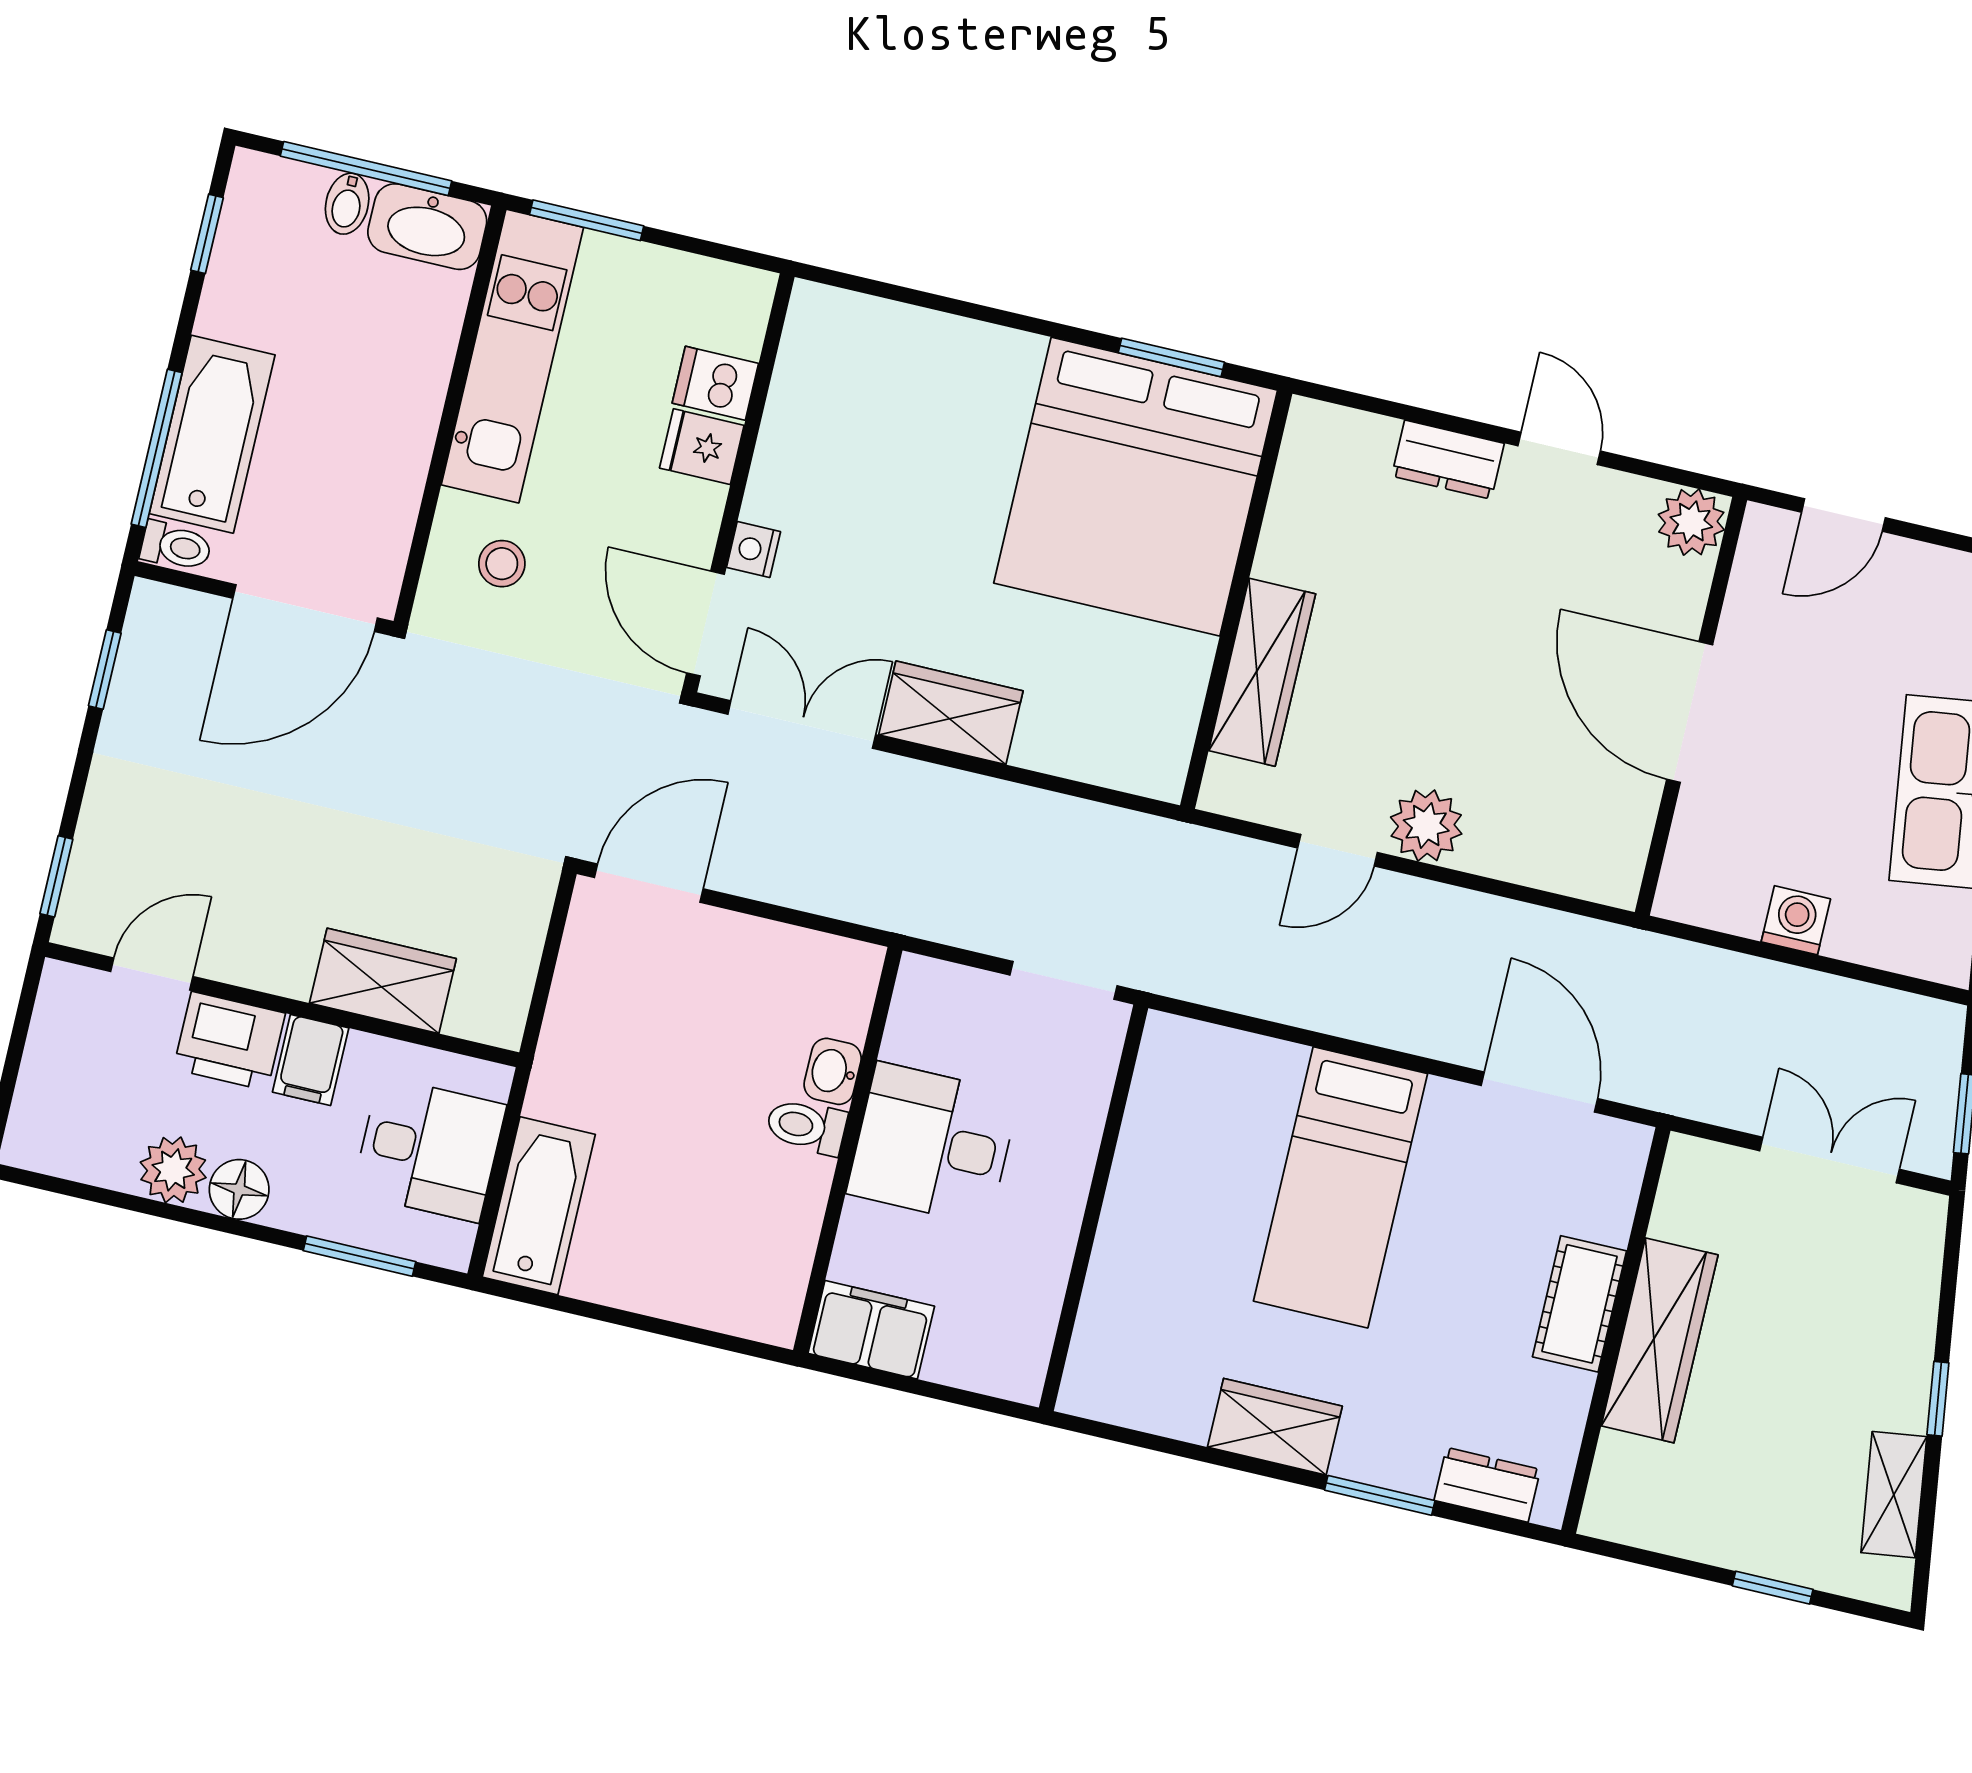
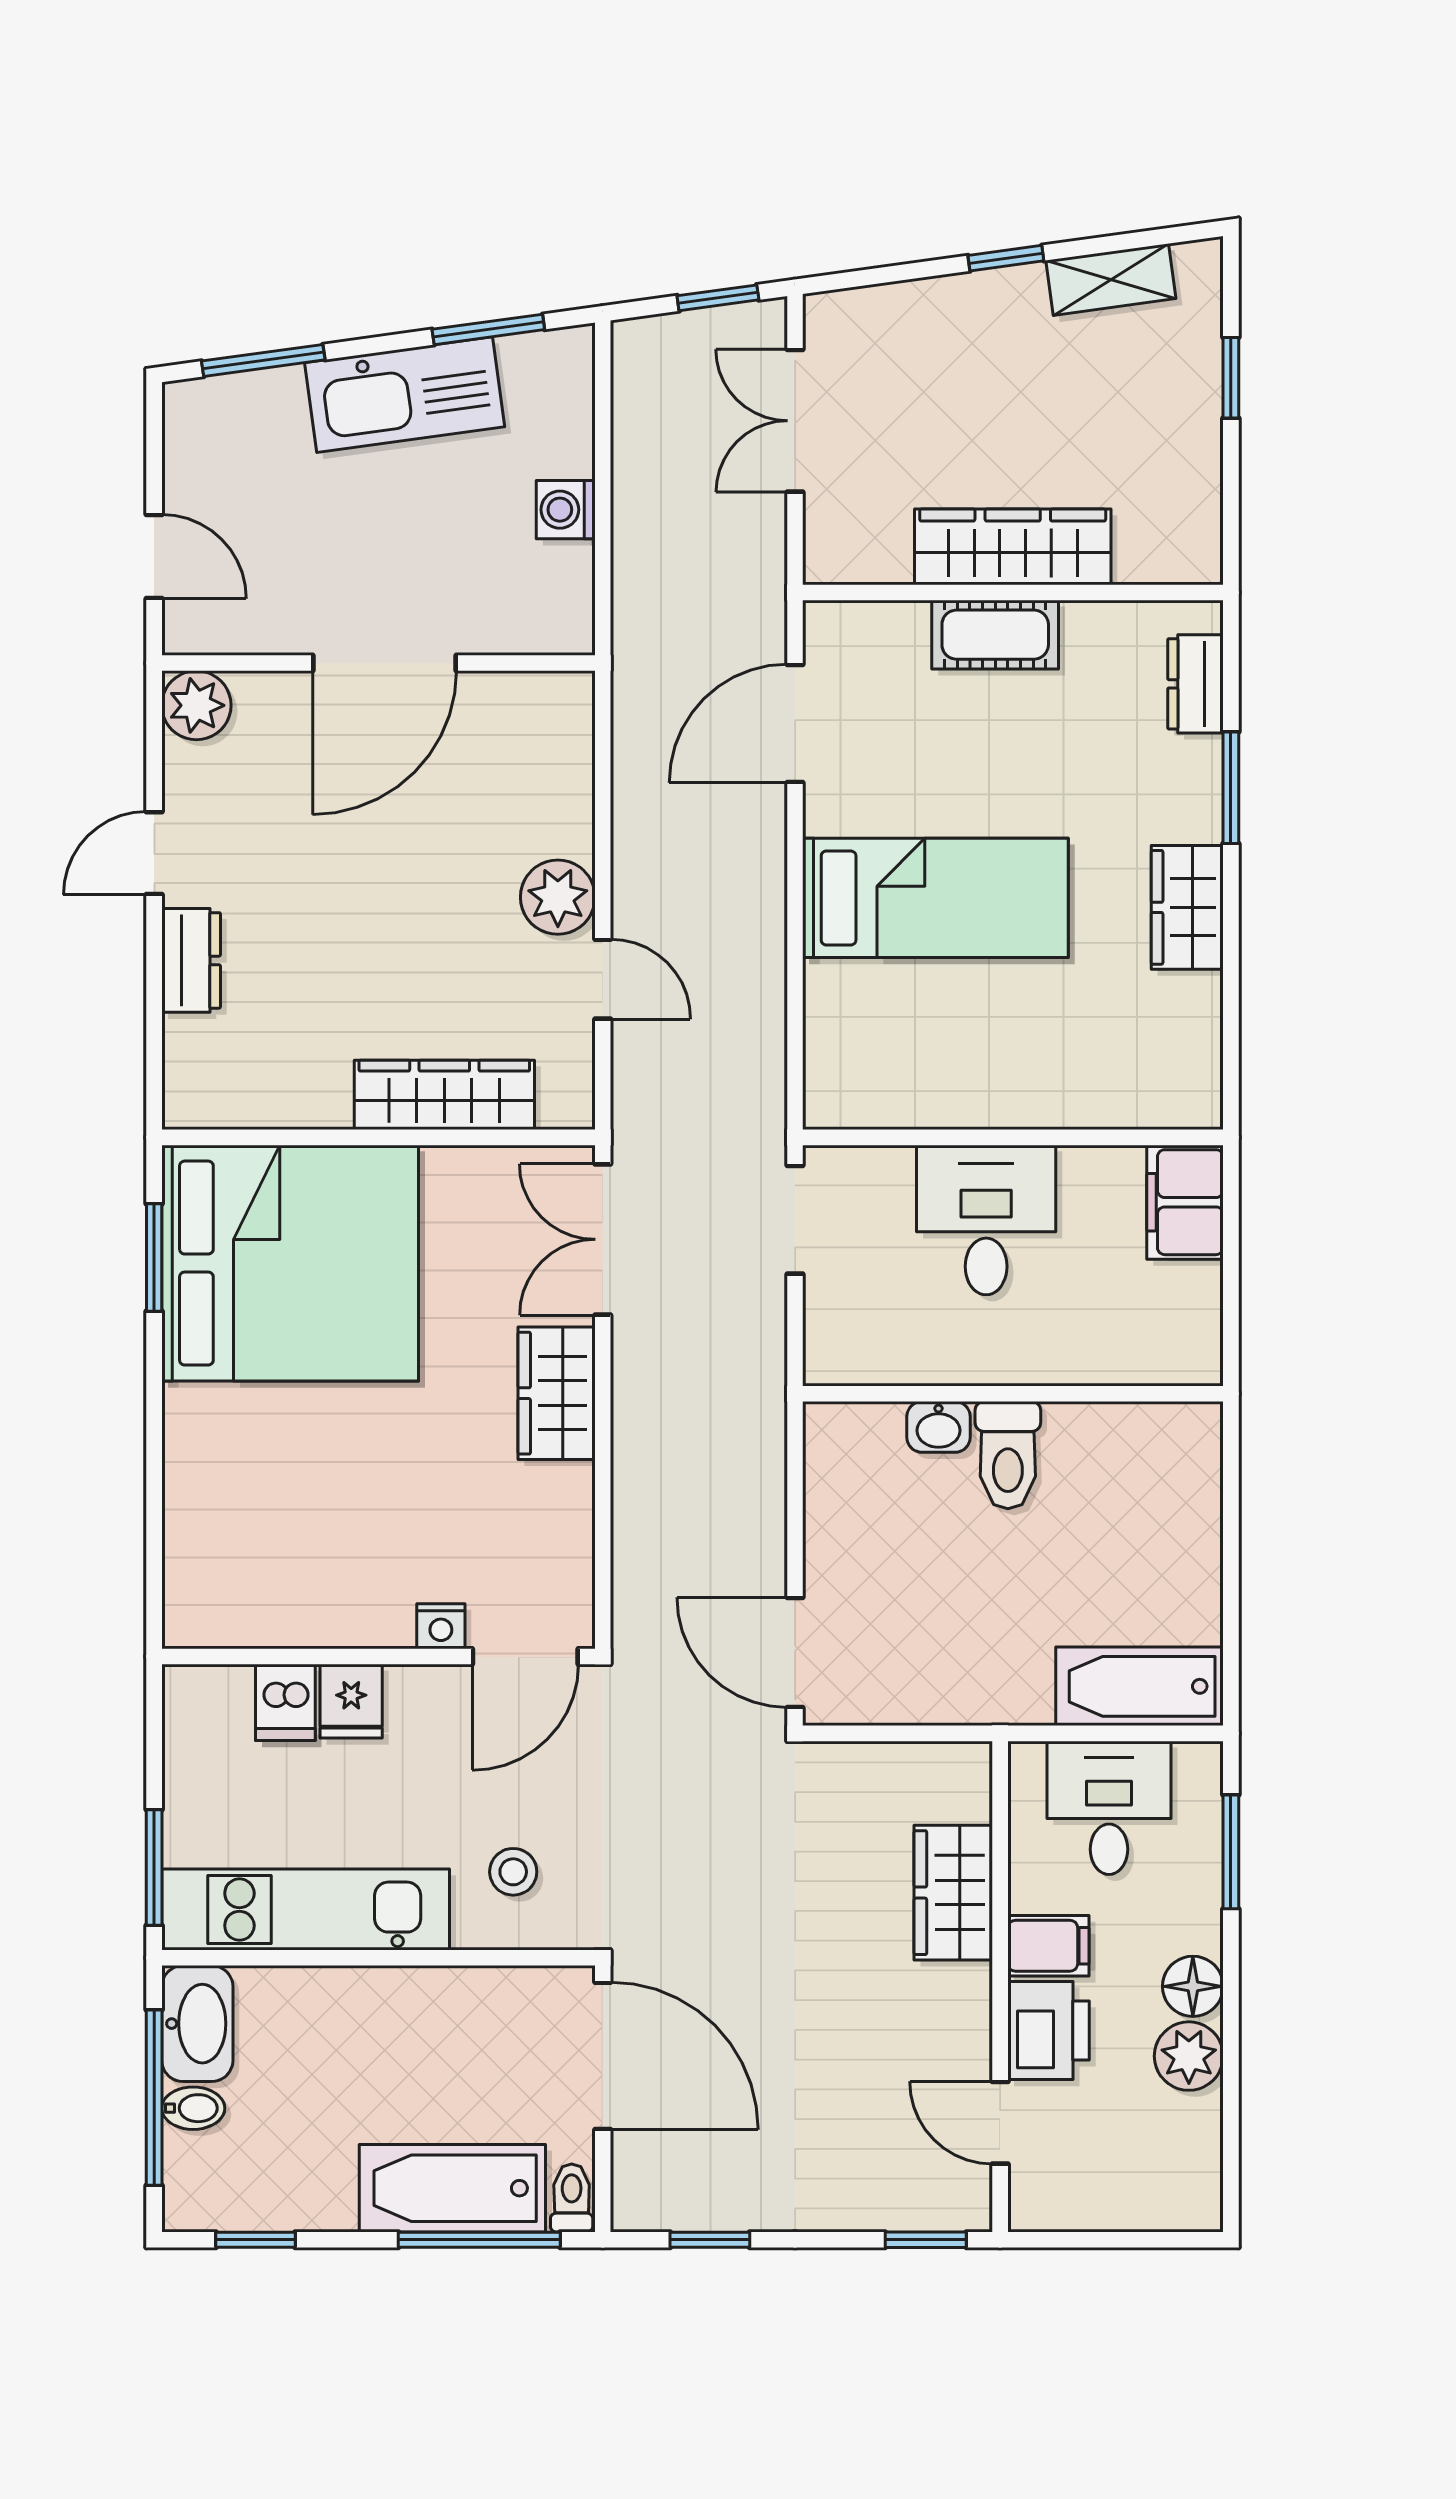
double door: (802, 724) -> (603, 1239), moved
toilet: (806, 1126) -> (1008, 1455), width x1.37, depth x1.39
desk: (933, 1144) -> (986, 1220), moved, turned 180
filing cabinet: (871, 1330) -> (1185, 1202), moved

